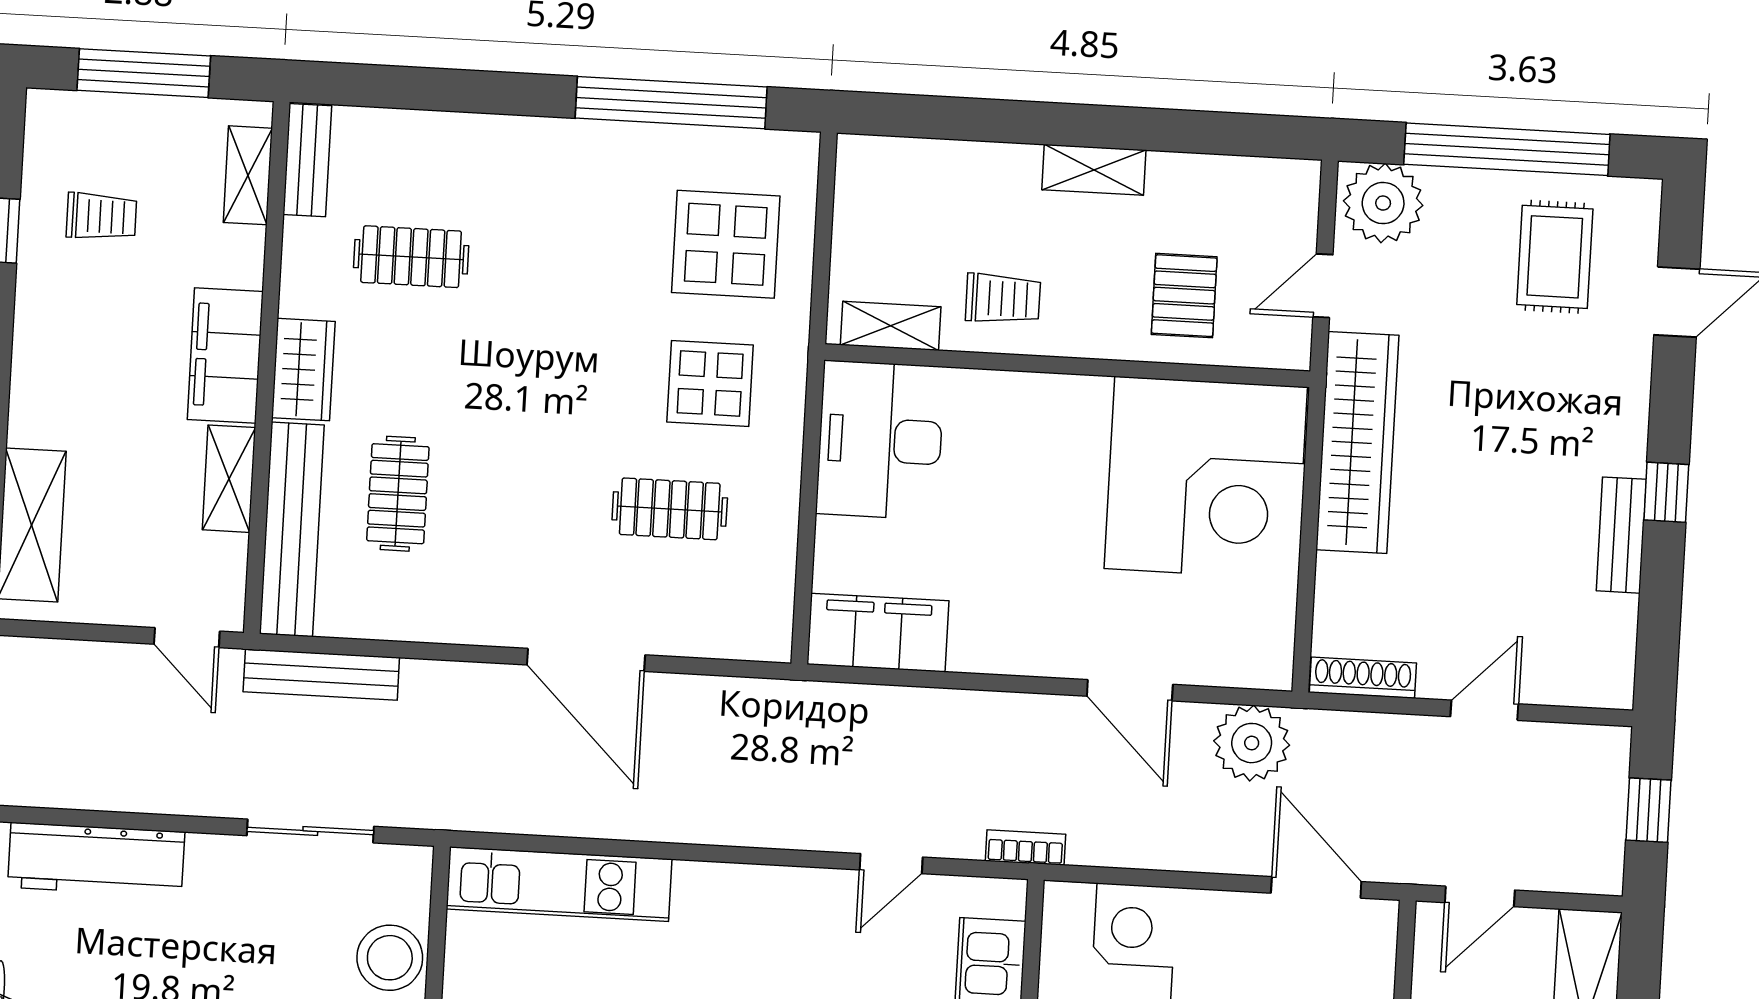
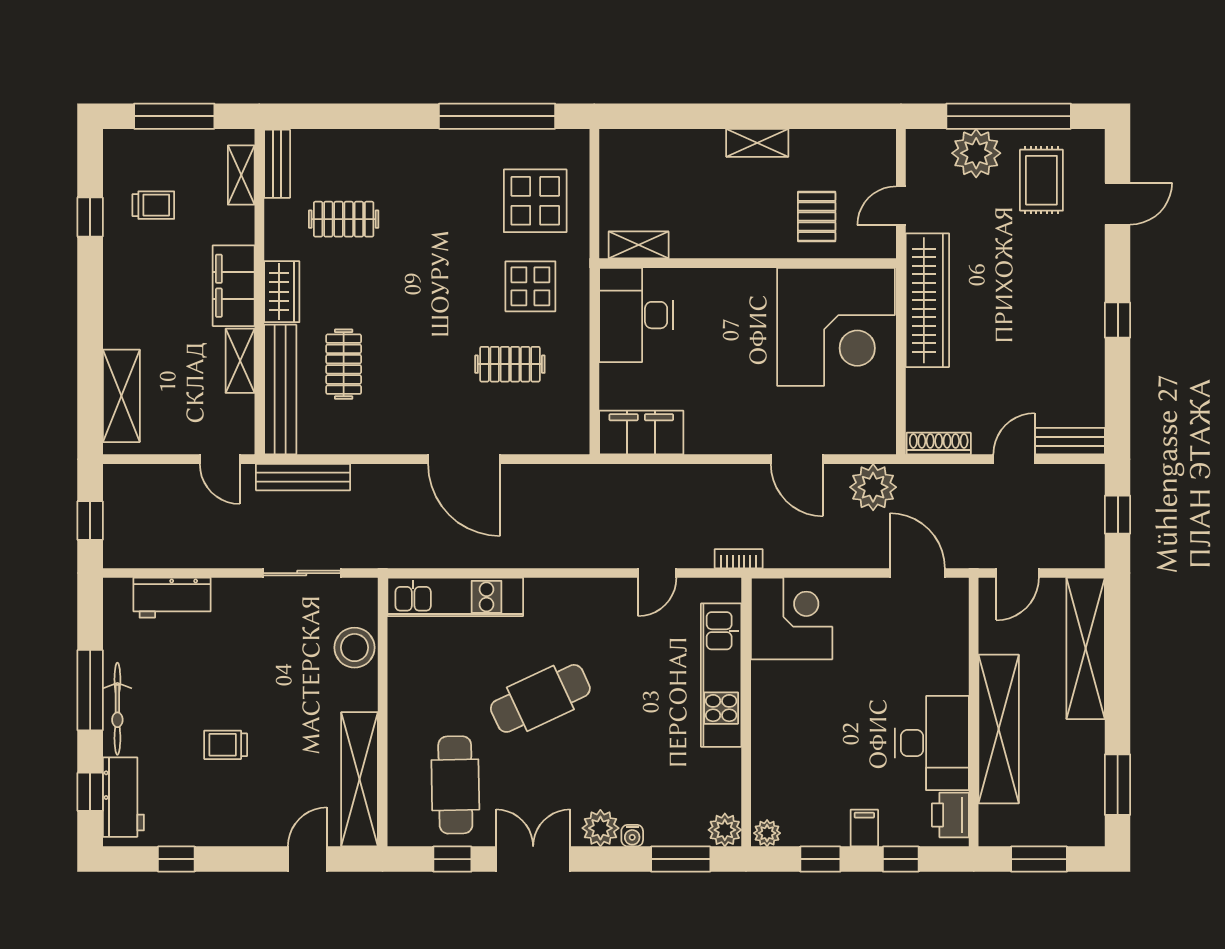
plant: (1383, 203) -> (976, 153), moved
trolley: (1003, 299) -> (706, 225), removed
bench: (1621, 535) -> (1070, 441), moved, turned 90
workbench: (96, 860) -> (172, 598), width x0.73

